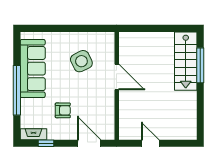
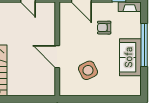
sofa: (33, 69) -> (130, 57), width x0.73

